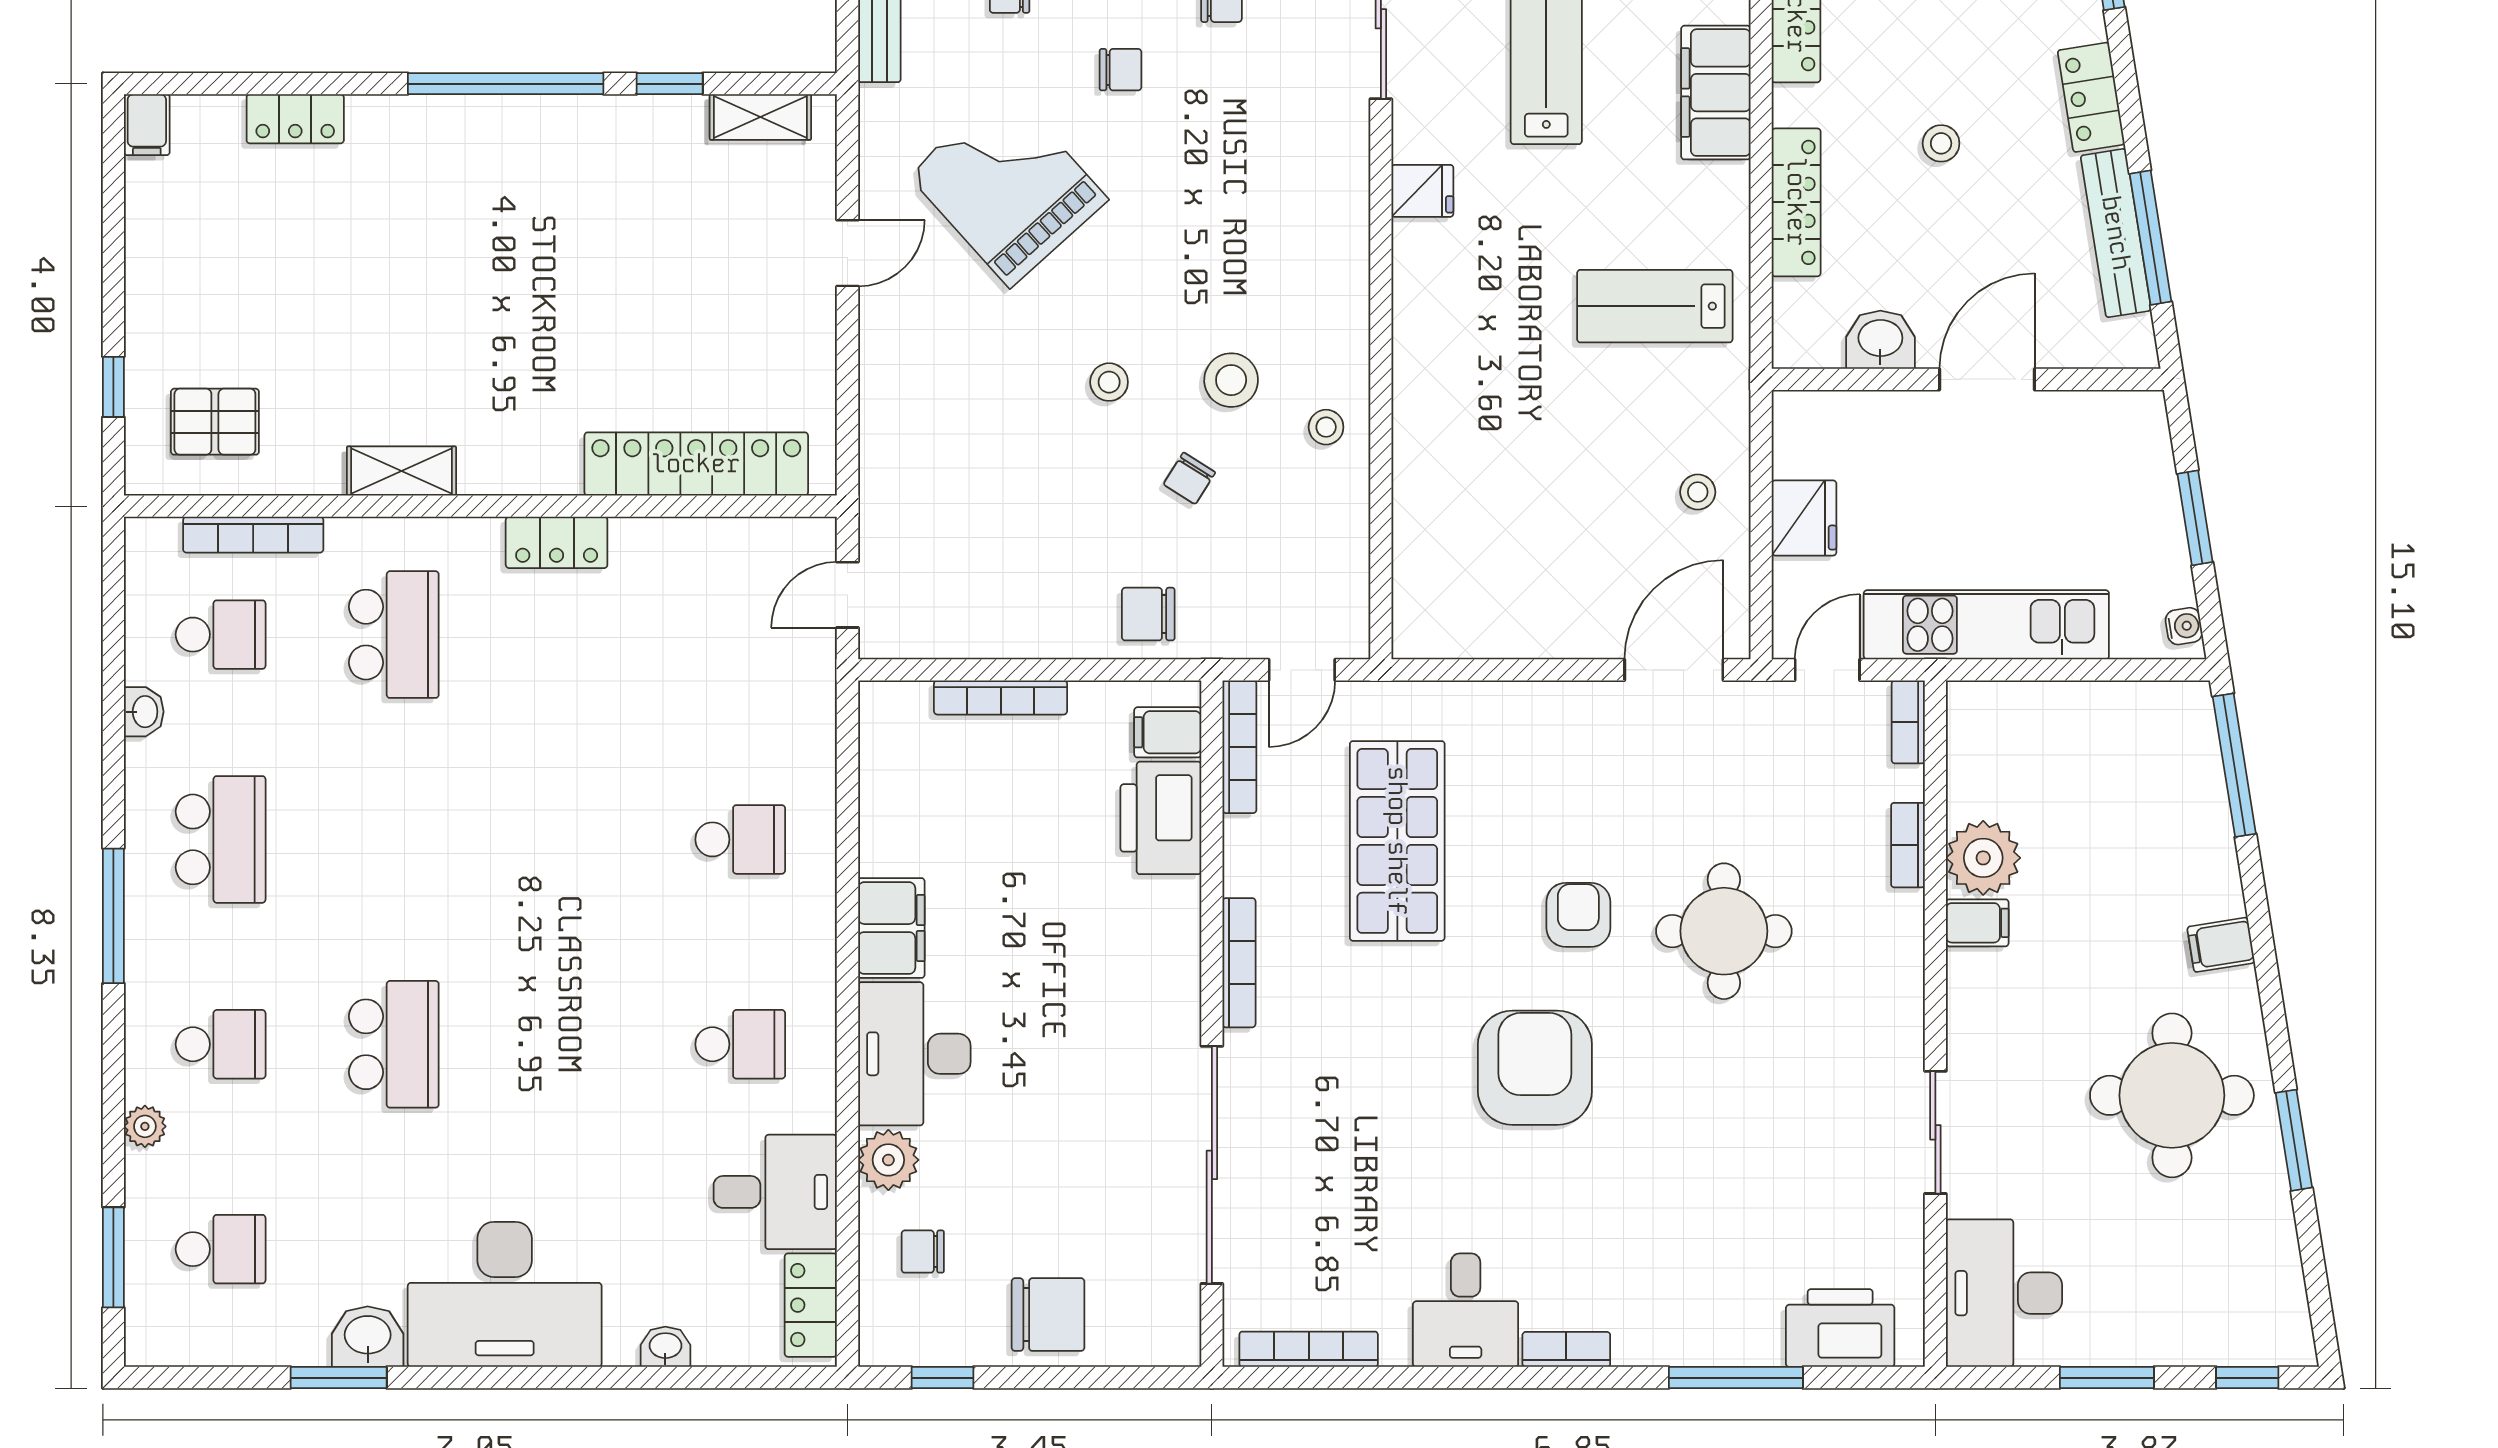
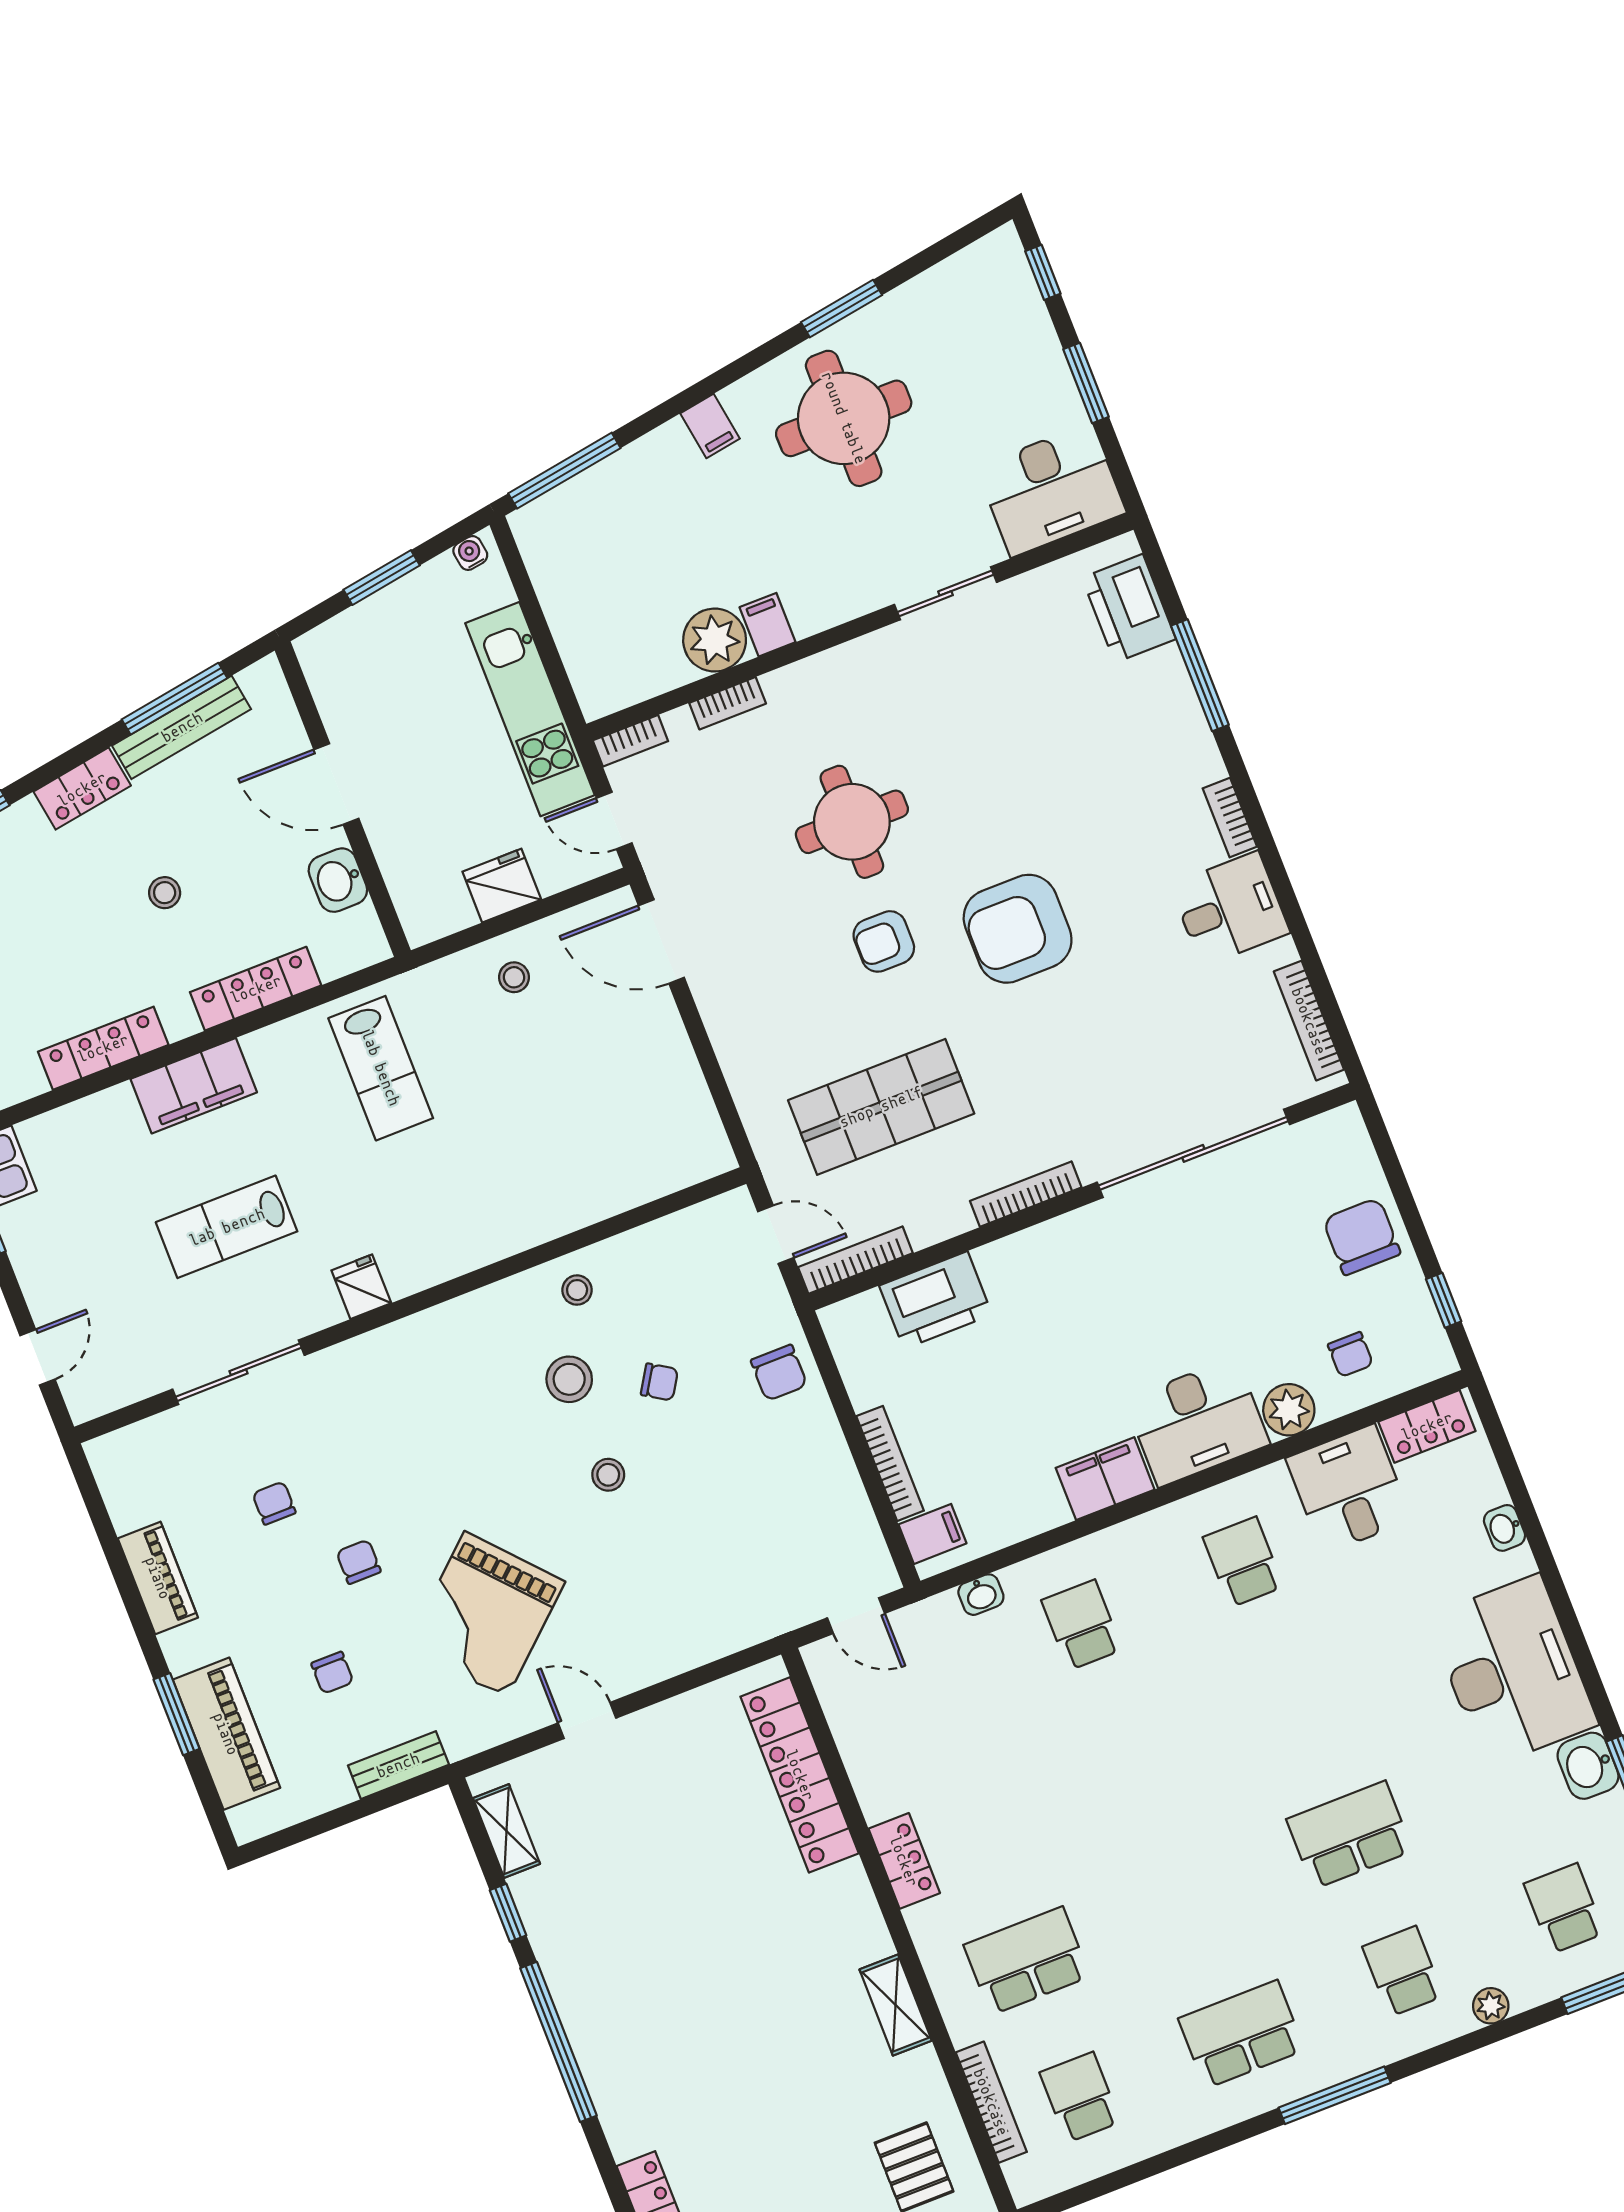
washbasin: (144, 712) -> (981, 1595), moved, turned 180
filing cabinet: (1168, 732) -> (932, 1534), moved, turned -90

